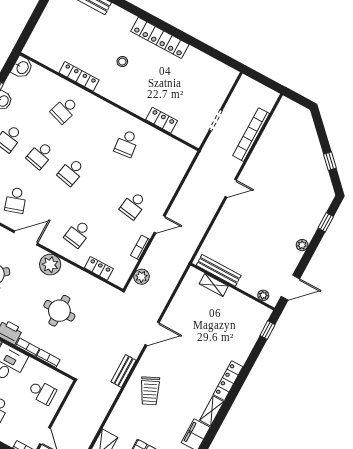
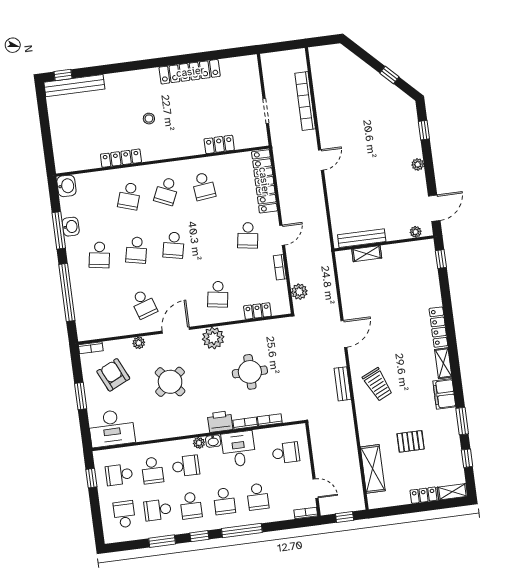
locker: (160, 38) -> (190, 72), moved
school desk: (96, 127) -> (167, 191), added
locker: (176, 173) -> (264, 181), added

